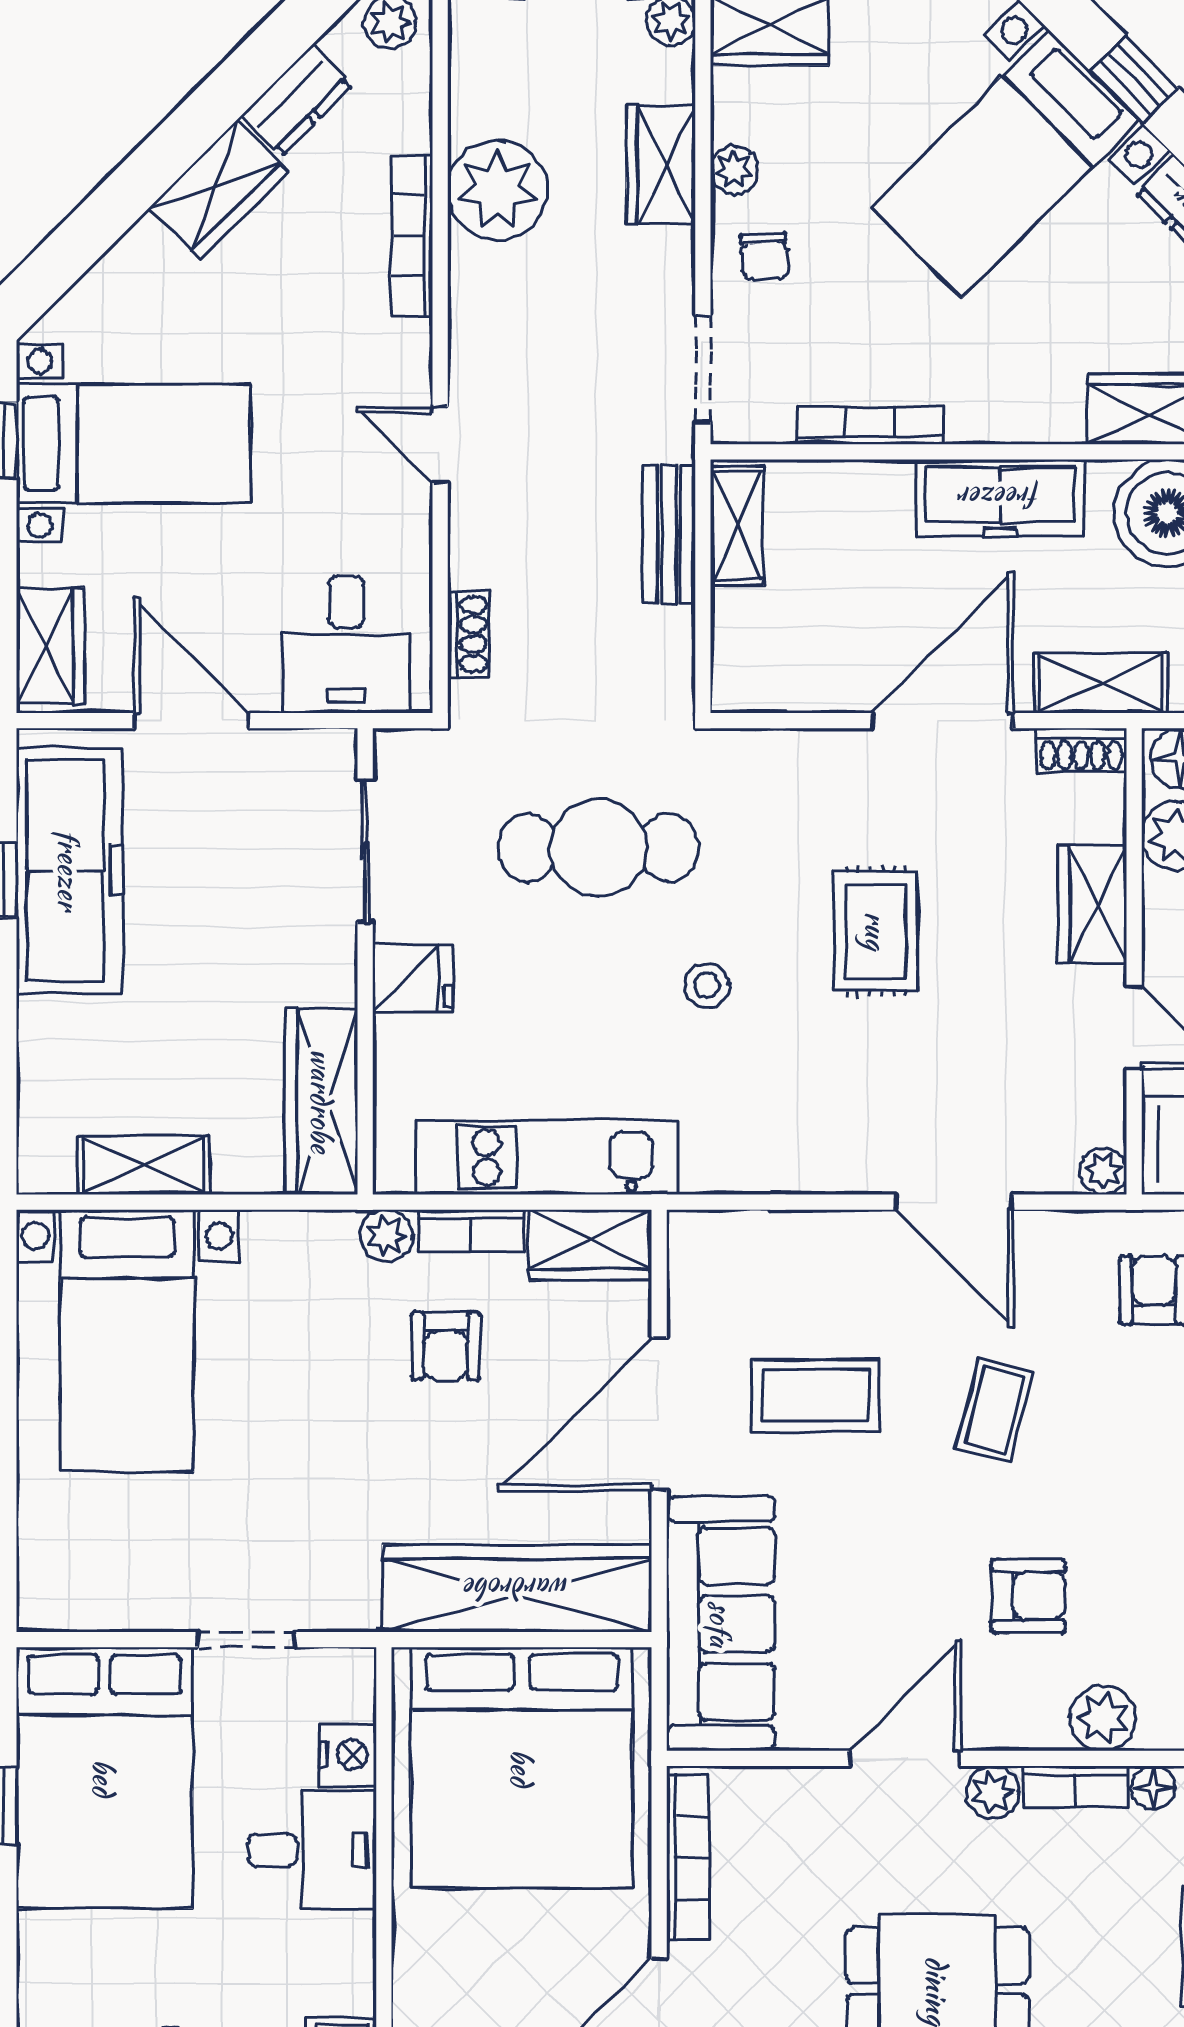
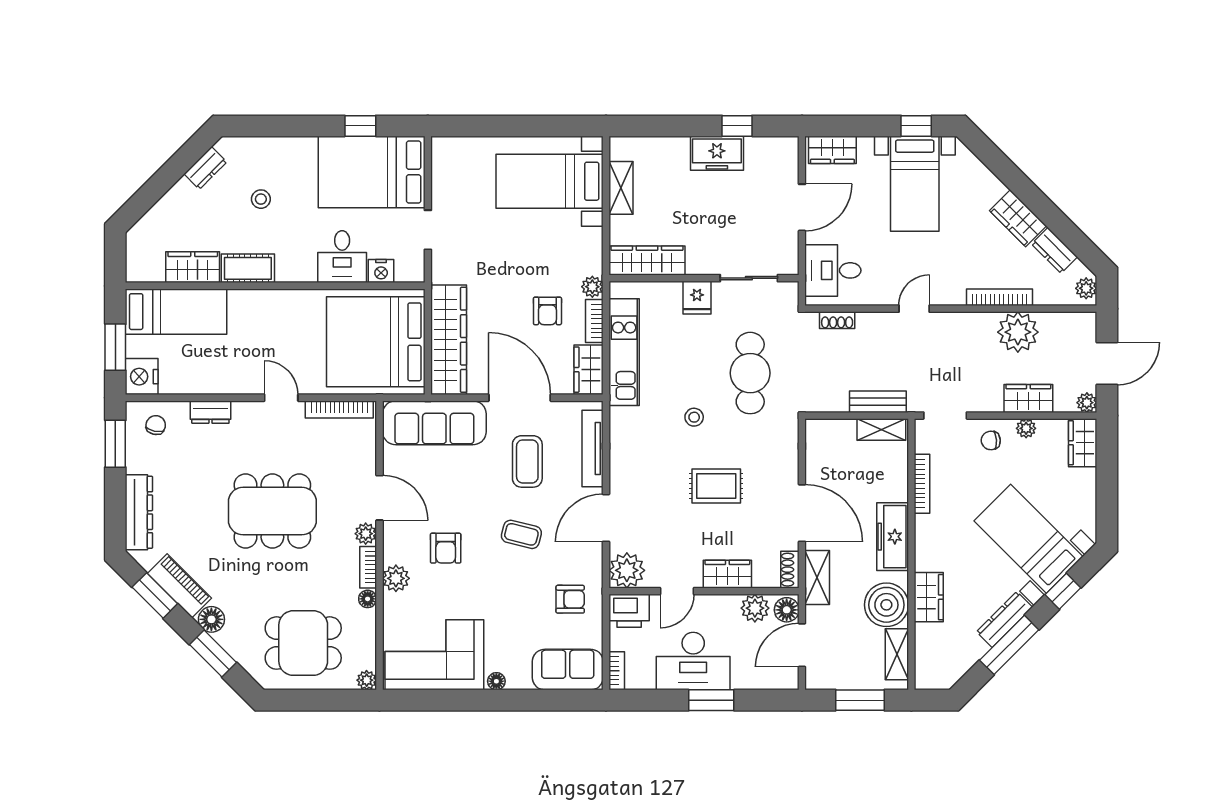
freezer: (69, 870) -> (717, 153), width x0.52, depth x0.79
plant: (1103, 1171) -> (627, 570), width x1.87, depth x1.87
tv unit: (784, 1235) -> (593, 449), added
armchair: (446, 1346) -> (547, 311), turned -90

